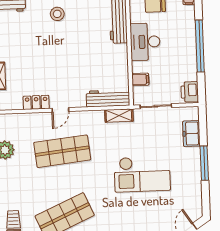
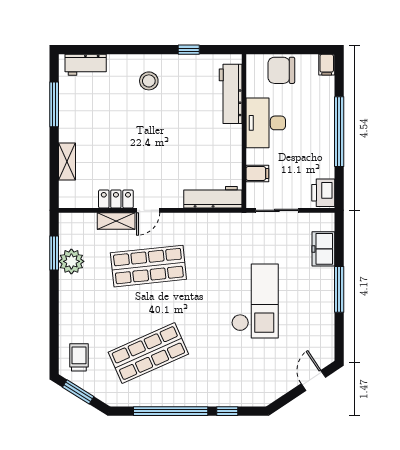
shelving: (119, 116) -> (116, 221), moved
checkout: (142, 174) -> (255, 301), turned -90

